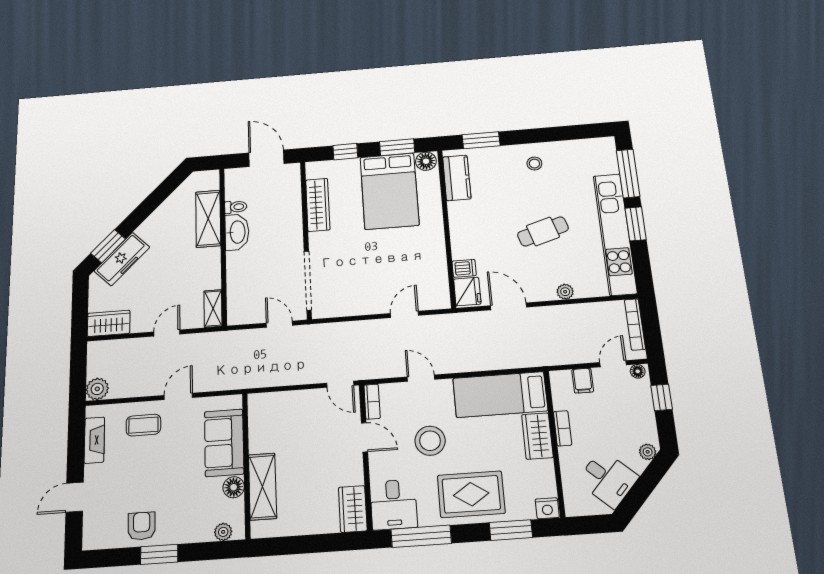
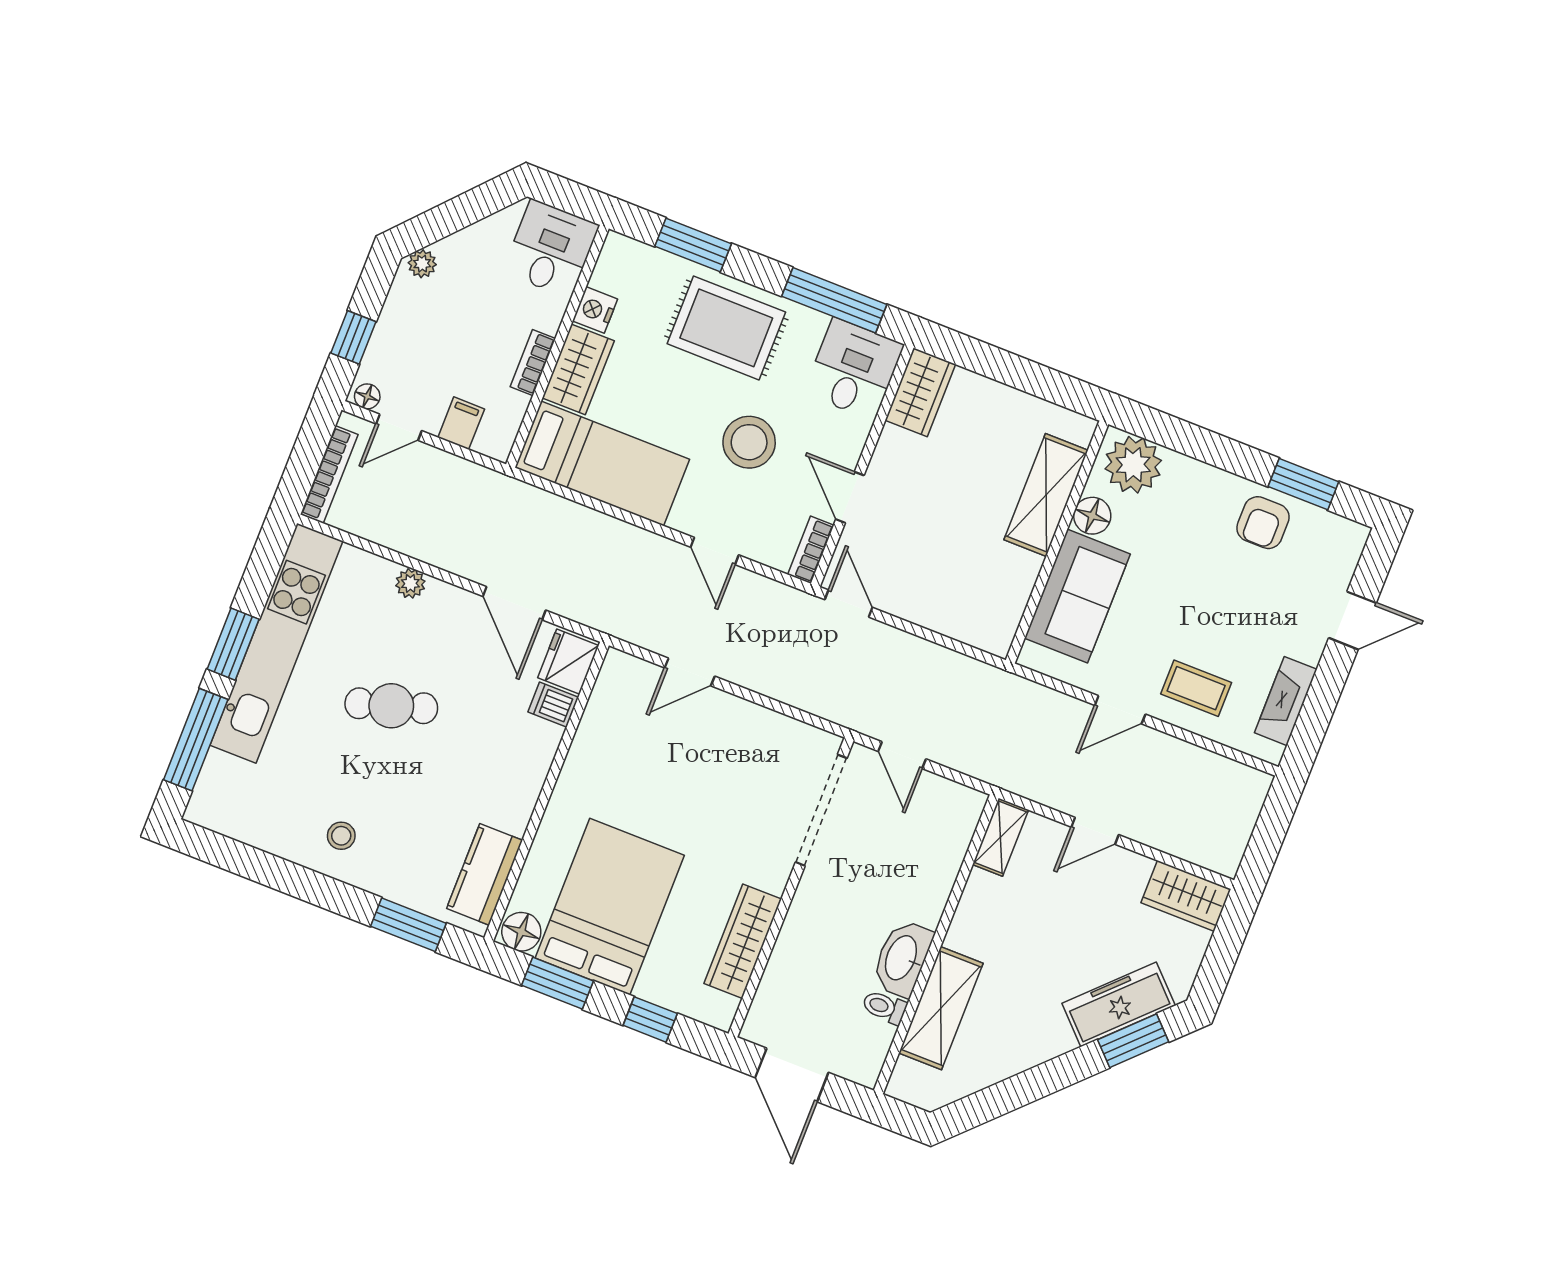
plant: (97, 389) -> (1248, 787), removed
desk: (608, 479) -> (551, 249), moved, turned 48
nightstand: (547, 508) -> (595, 310), moved, turned -90
plant: (223, 532) -> (1133, 465), width x1.88, depth x1.88
window: (159, 554) -> (1303, 484), moved

